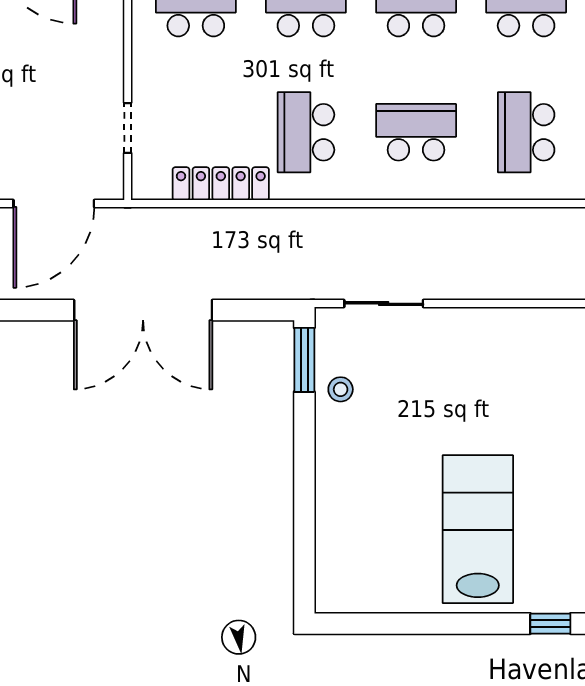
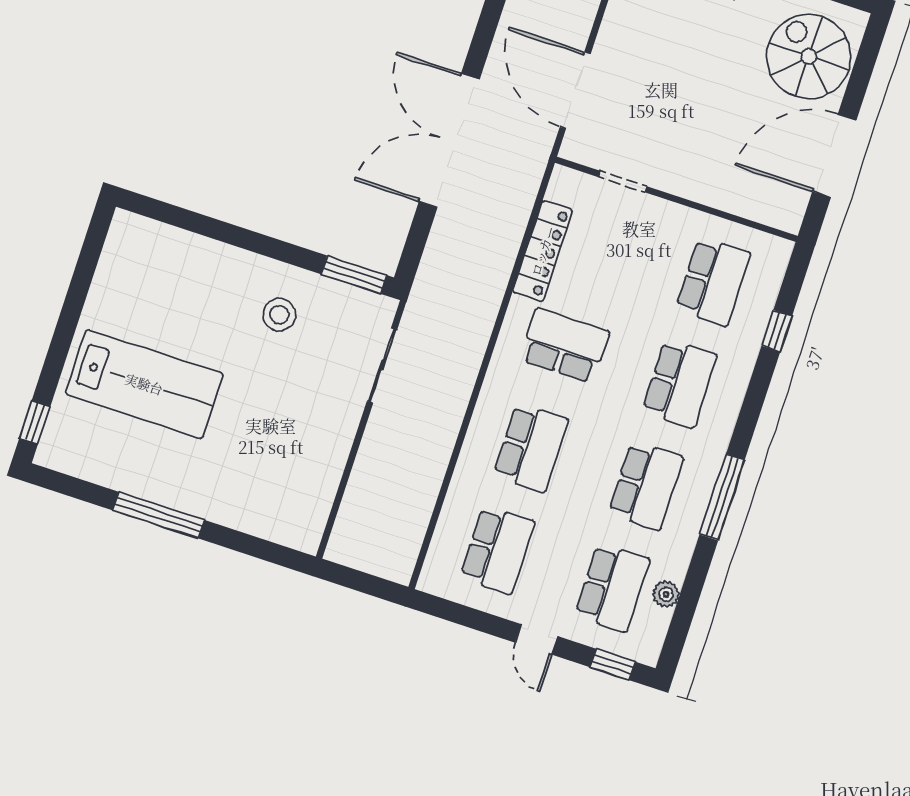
school desk: (526, 132) -> (497, 550), turned 90
stool: (341, 389) -> (279, 315), moved, width x1.37, depth x1.37

